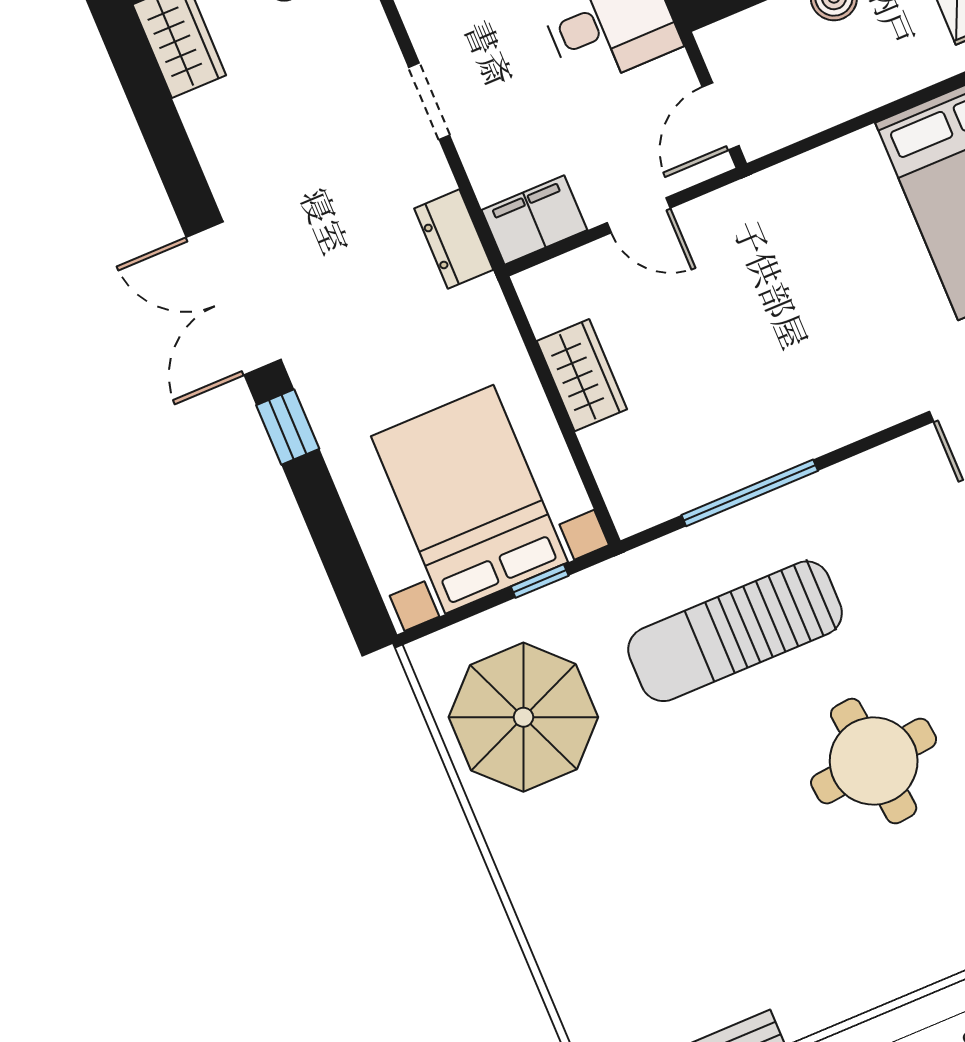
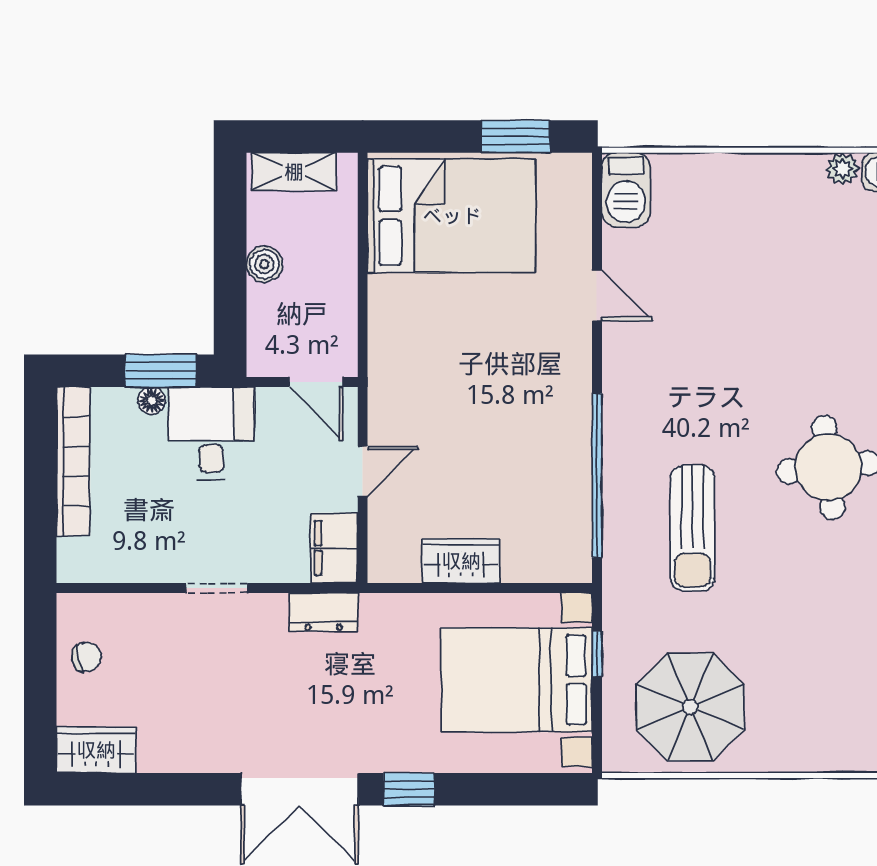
window: (750, 493) -> (597, 475), width x1.46
sun lounger: (735, 631) -> (692, 528), width x0.73, depth x0.75

